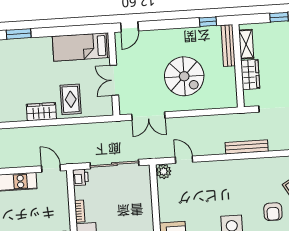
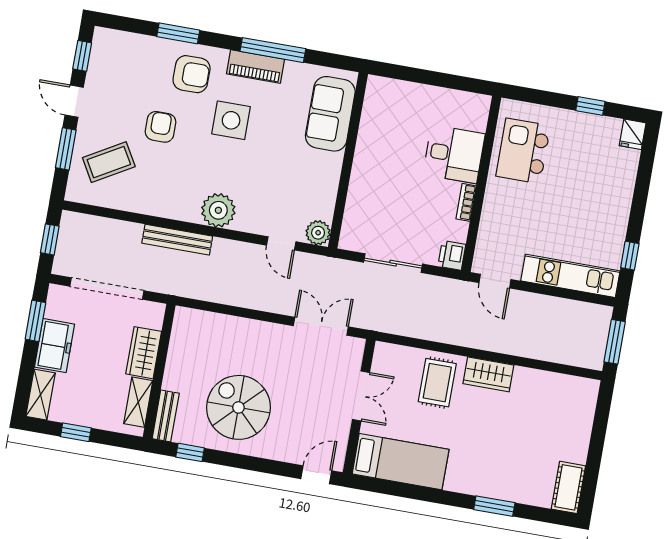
bench: (228, 45) -> (166, 416), width x0.73
spiral stairs: (184, 76) -> (238, 407), moved
sliding door: (114, 164) -> (393, 263), width x0.73
plant: (226, 170) -> (218, 210), added

